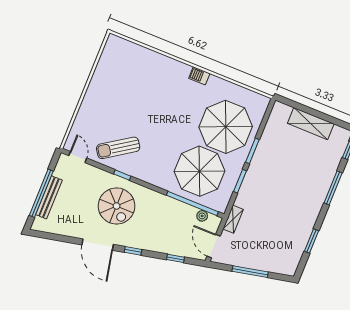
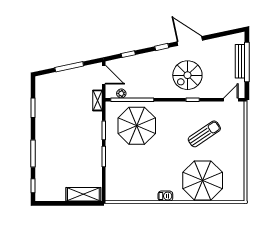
shelving: (311, 124) -> (83, 194), moved
parasol: (226, 127) -> (203, 180), moved
sun lounger: (118, 148) -> (204, 134), moved
door: (78, 157) -> (231, 100), swing flipped
spiral stairs: (117, 206) -> (187, 75), turned -90

